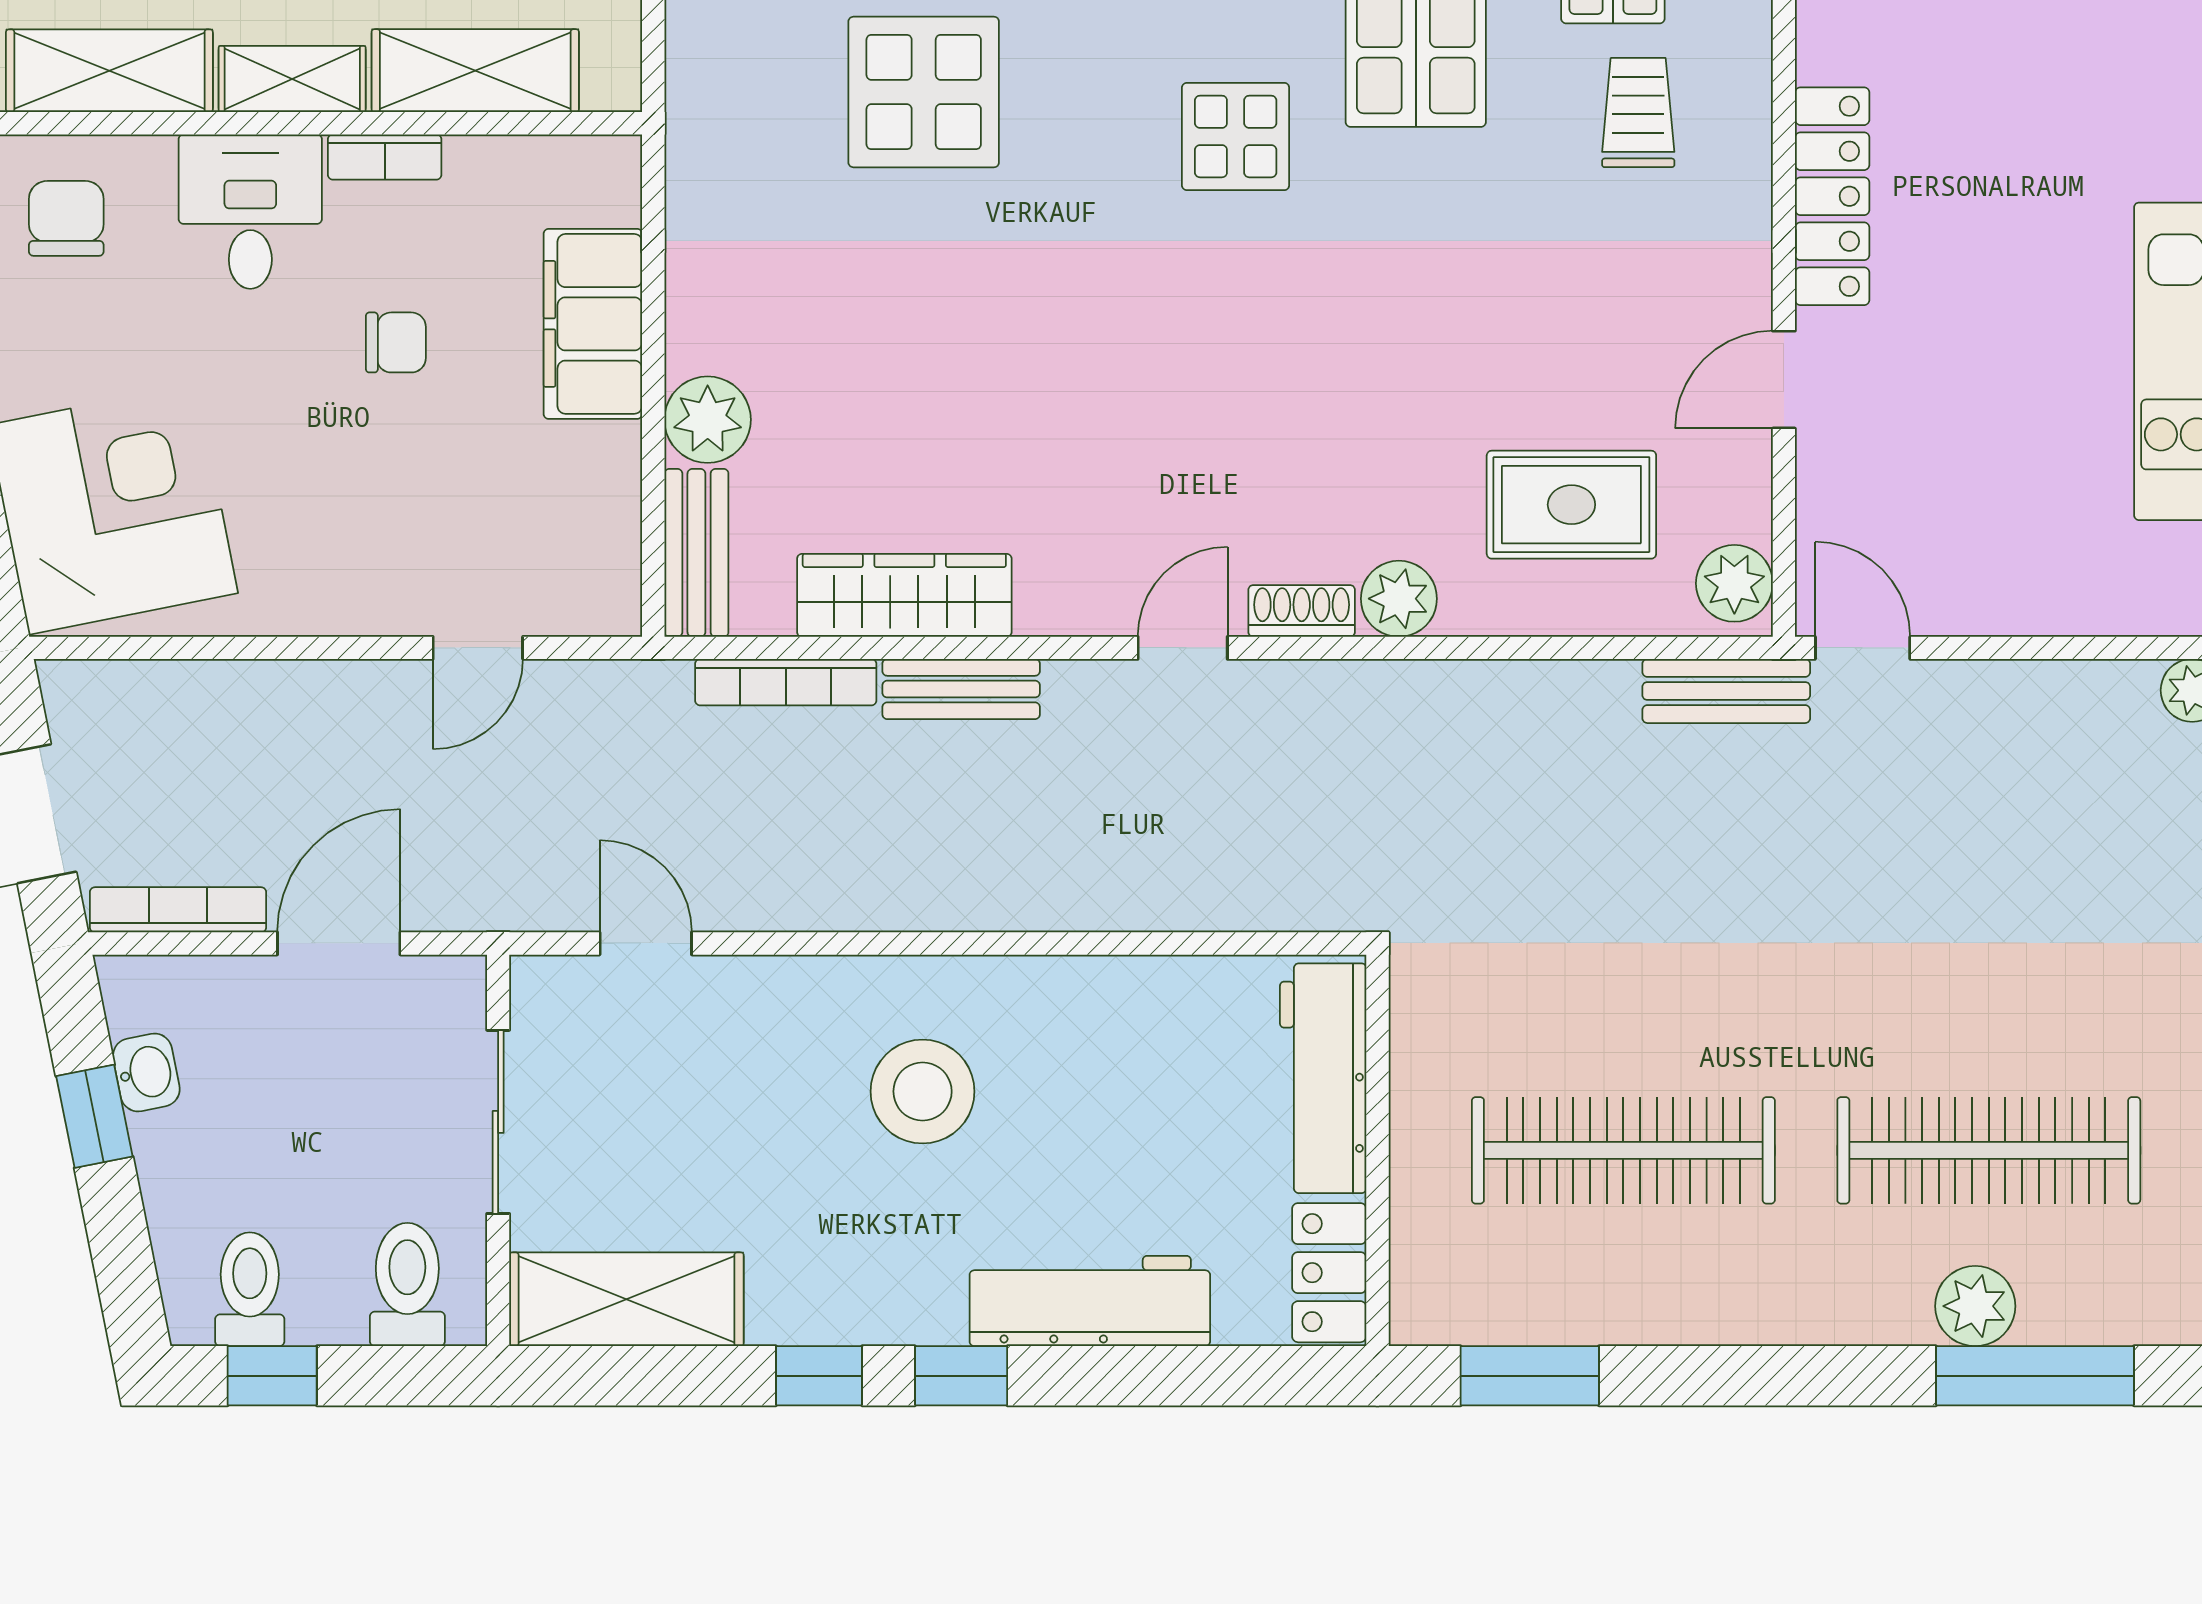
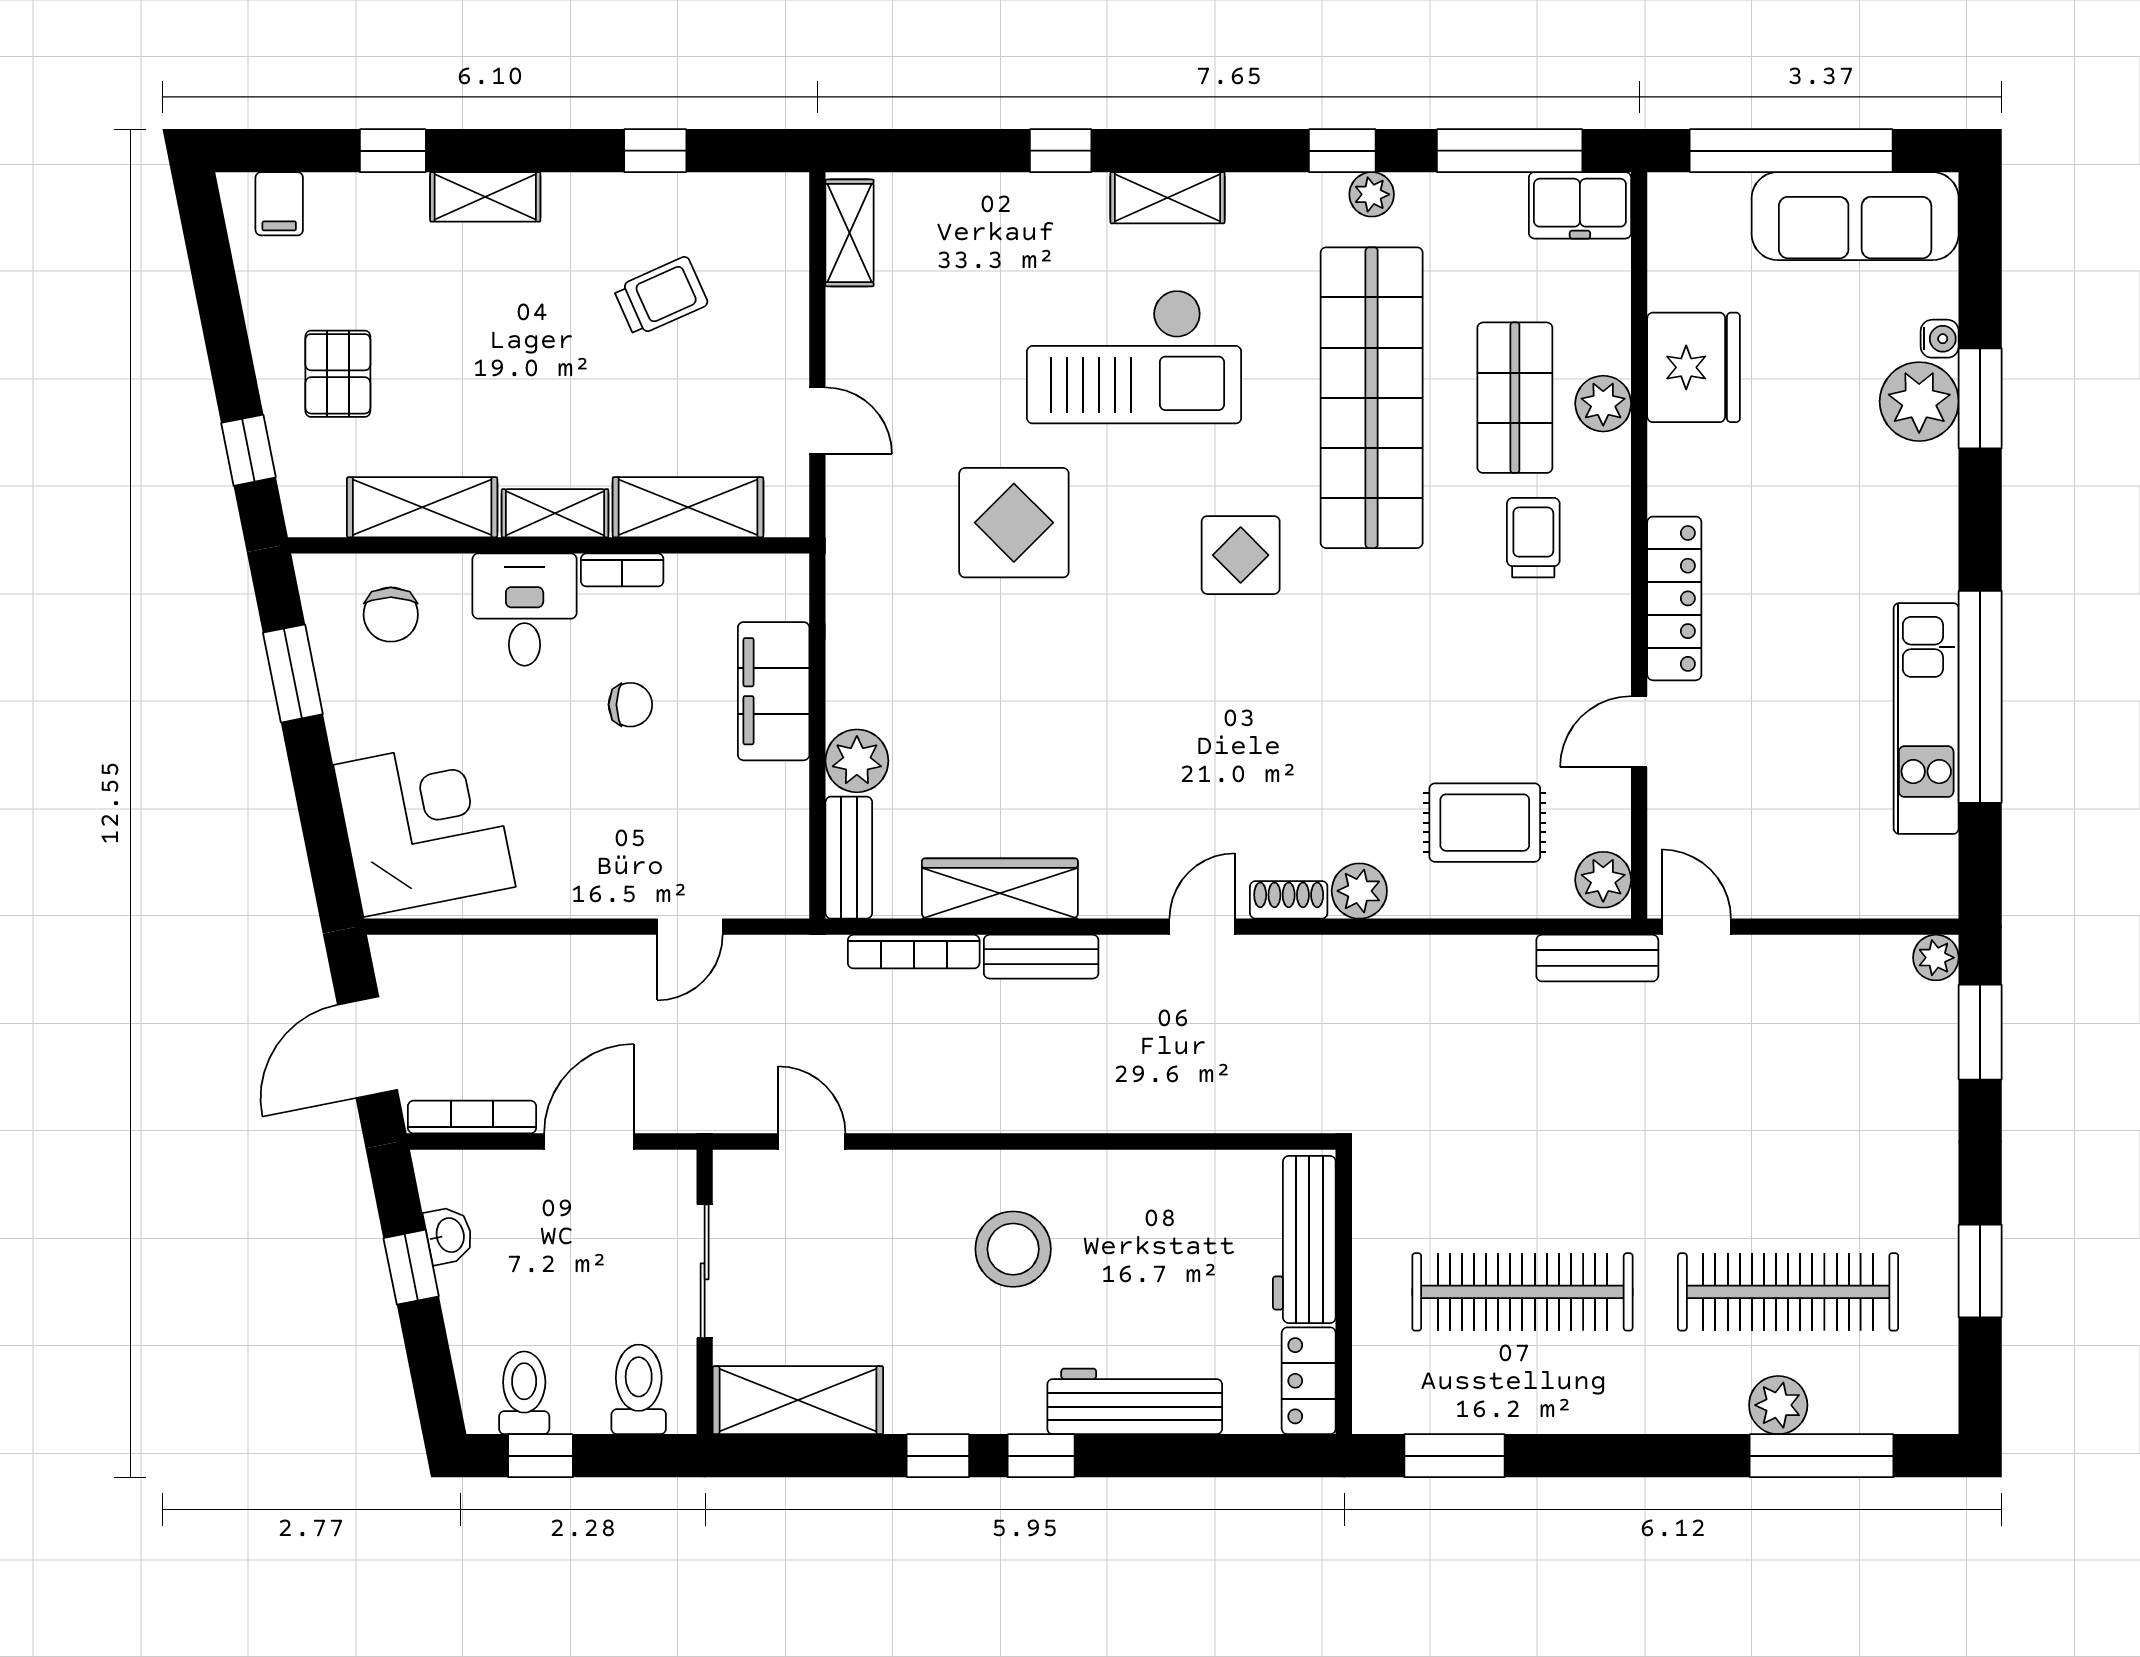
chair: (66, 218) -> (391, 615), turned 180

